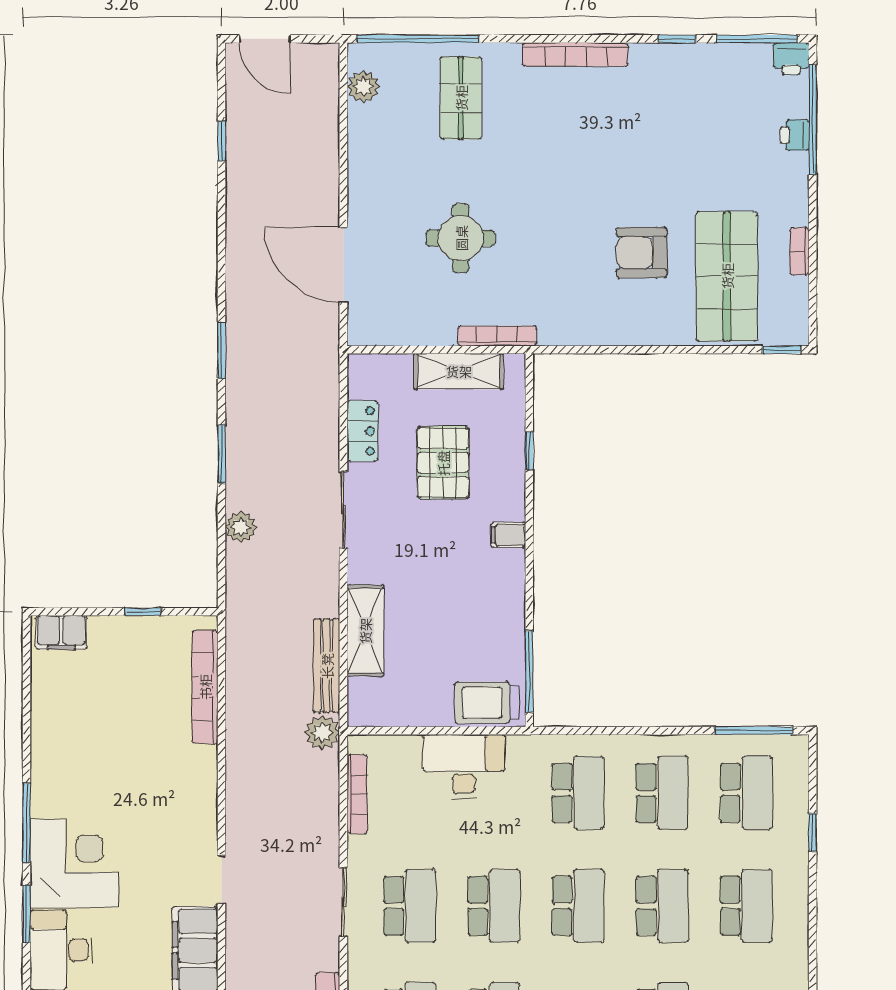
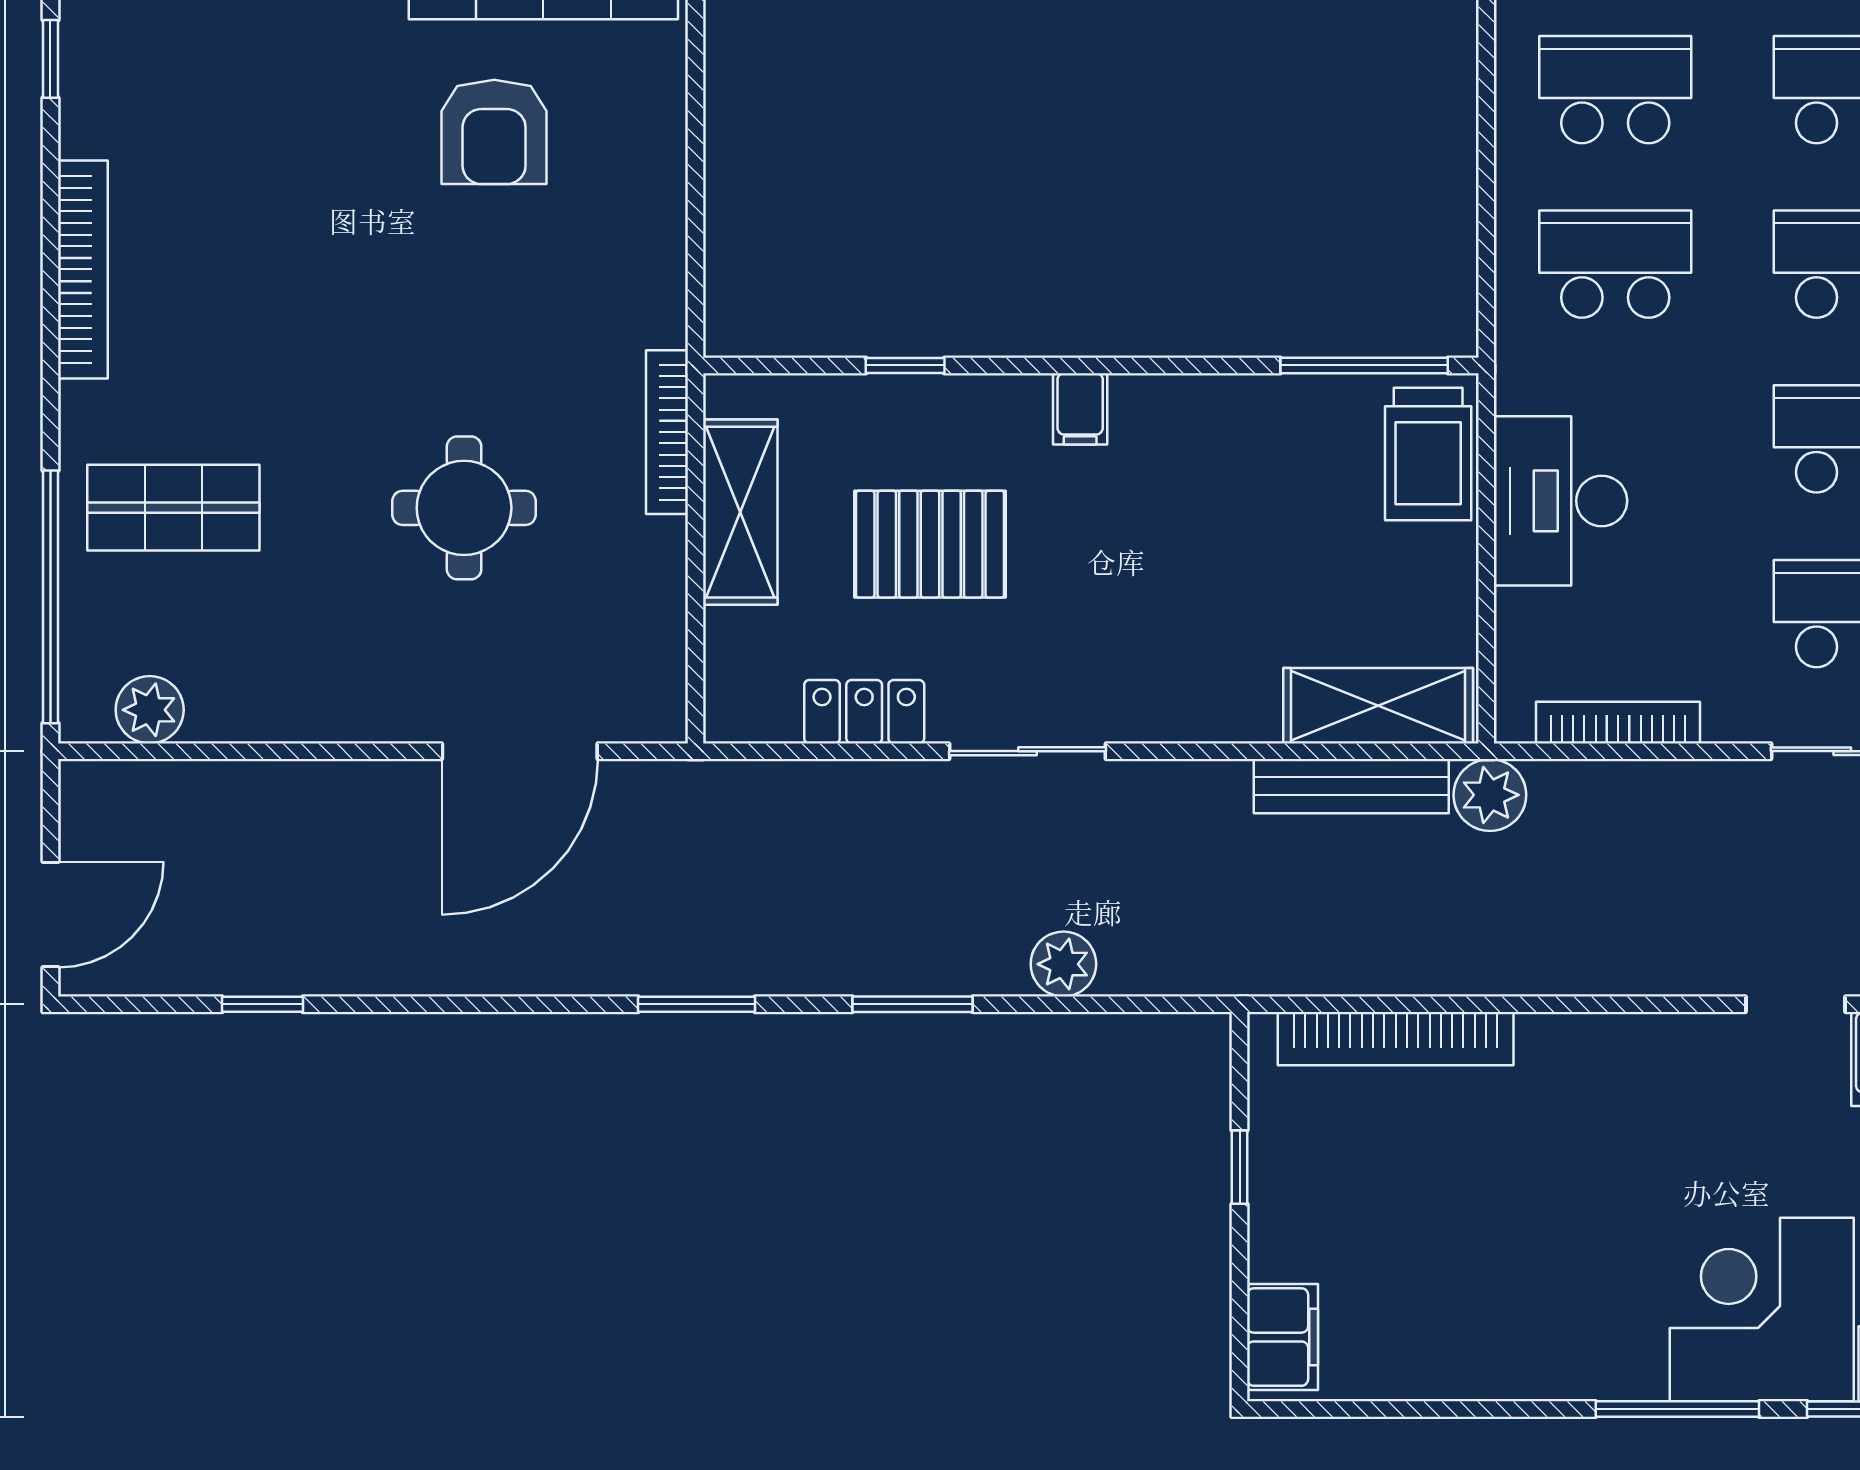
shelving: (365, 631) -> (1378, 706), moved

